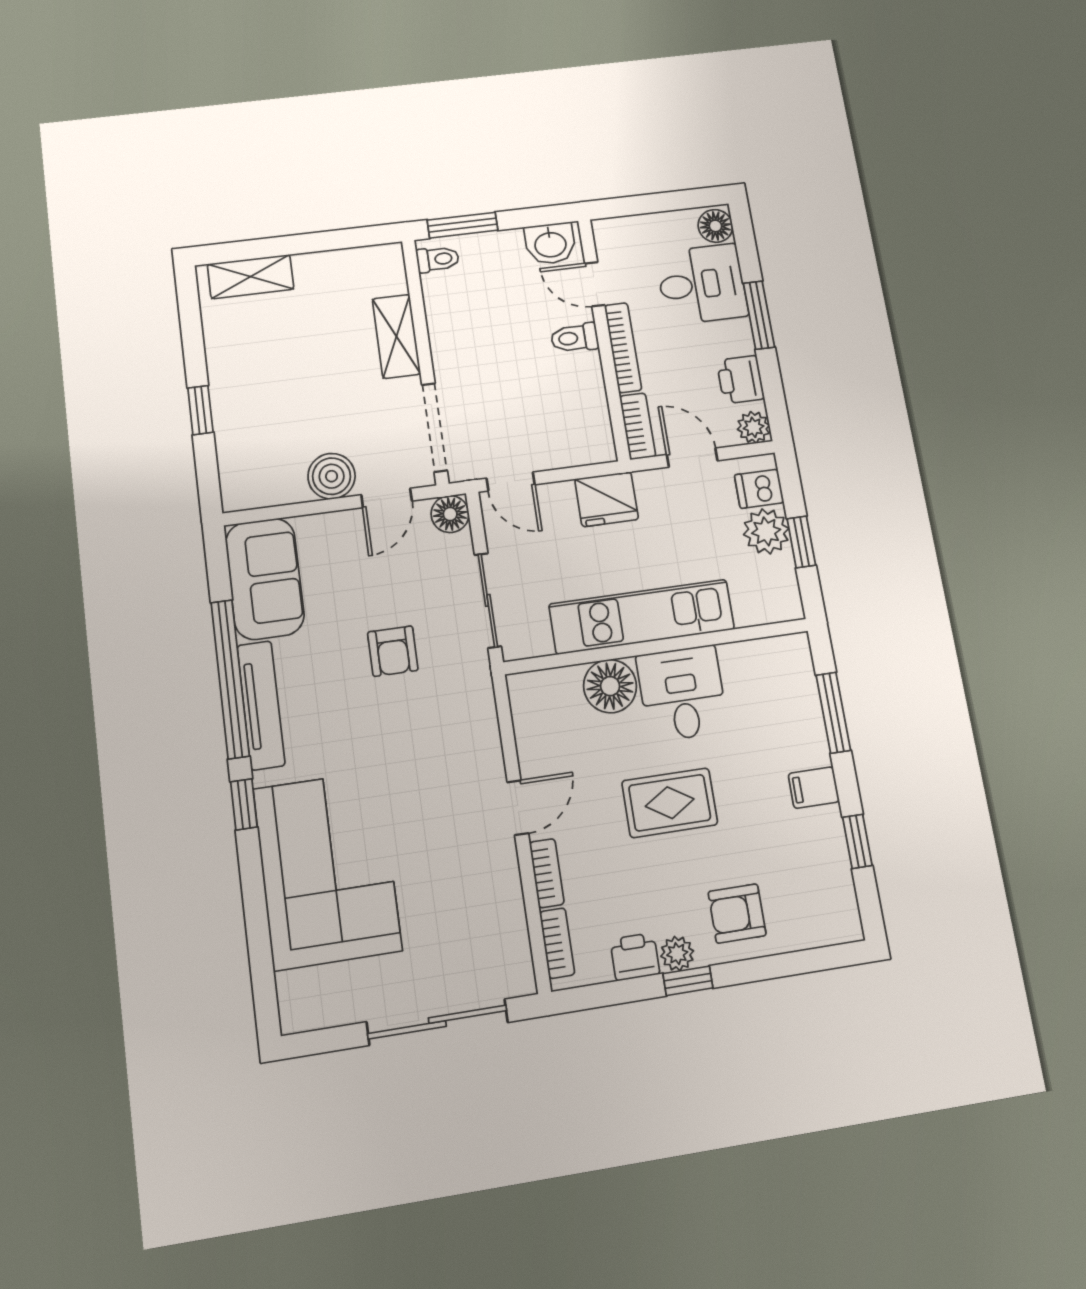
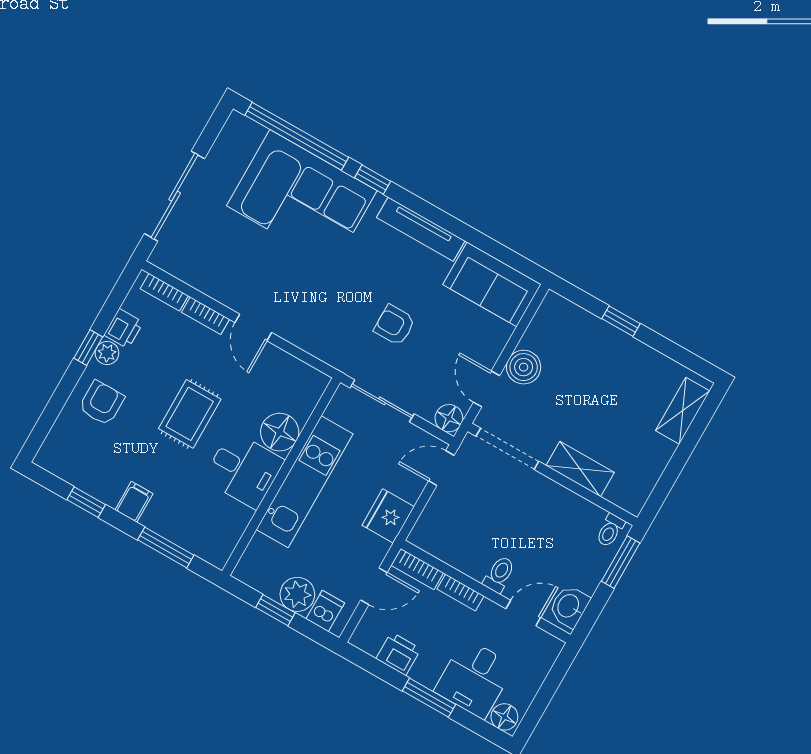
bookcase: (623, 348) -> (460, 593), width x0.64
plant: (754, 427) -> (364, 638), removed
window: (230, 679) -> (297, 136), moved

